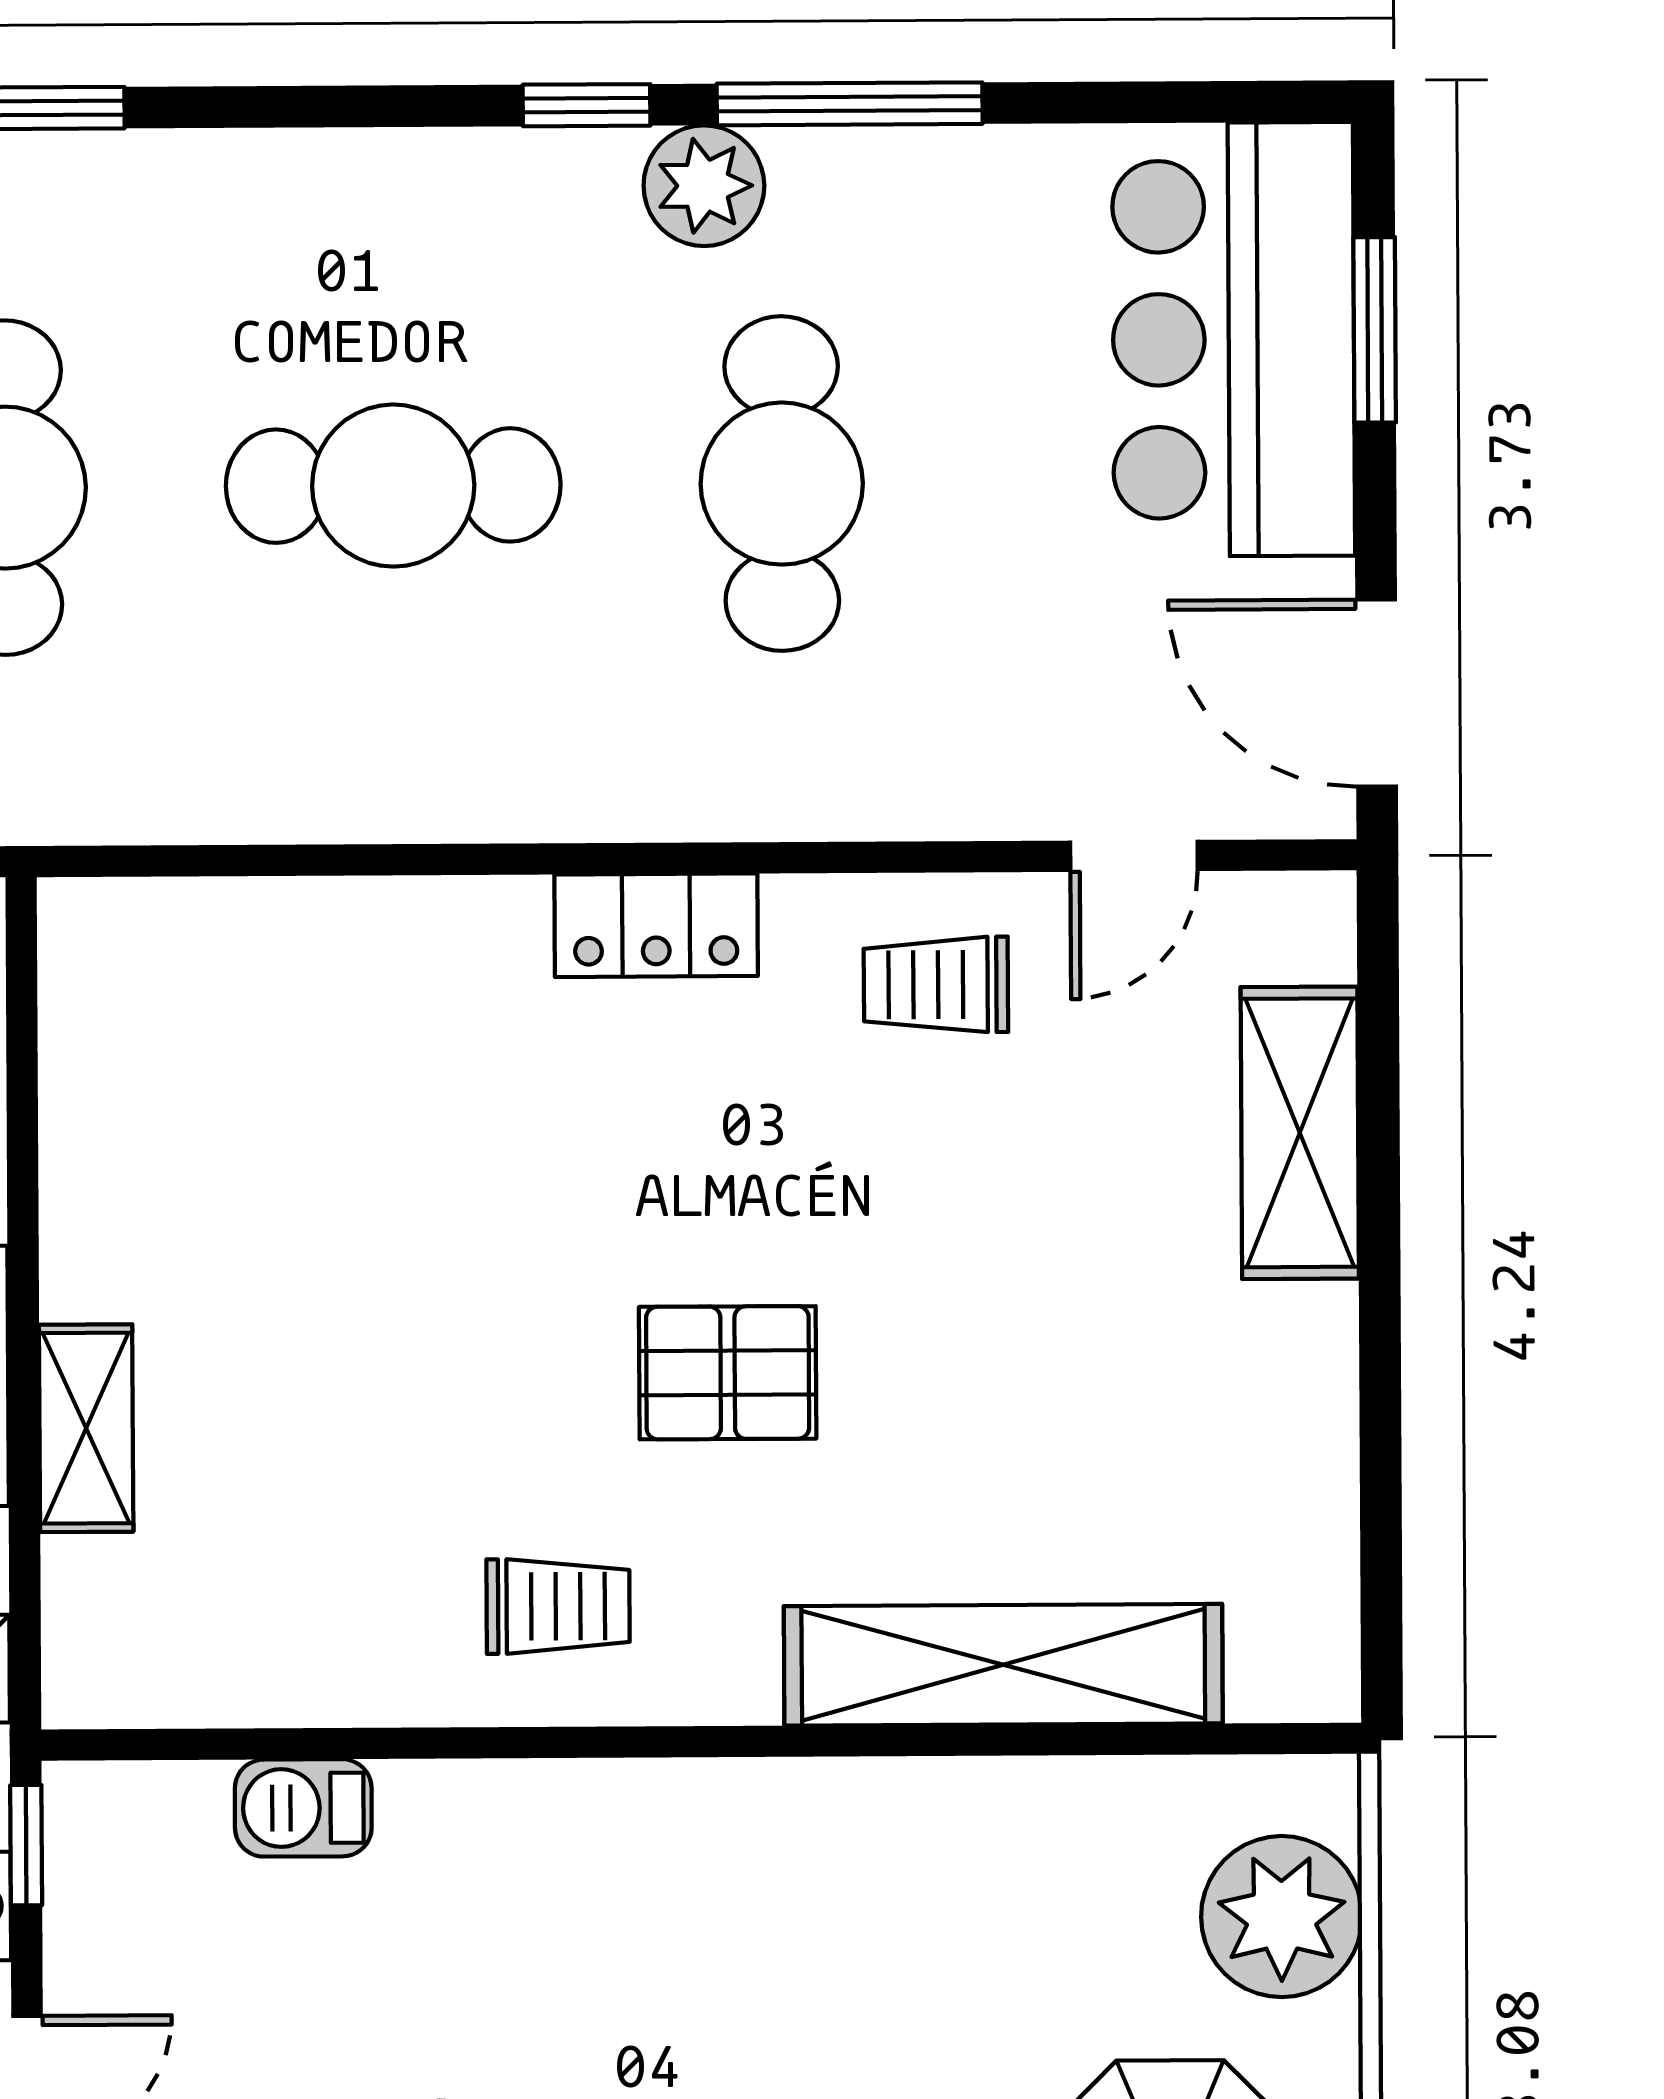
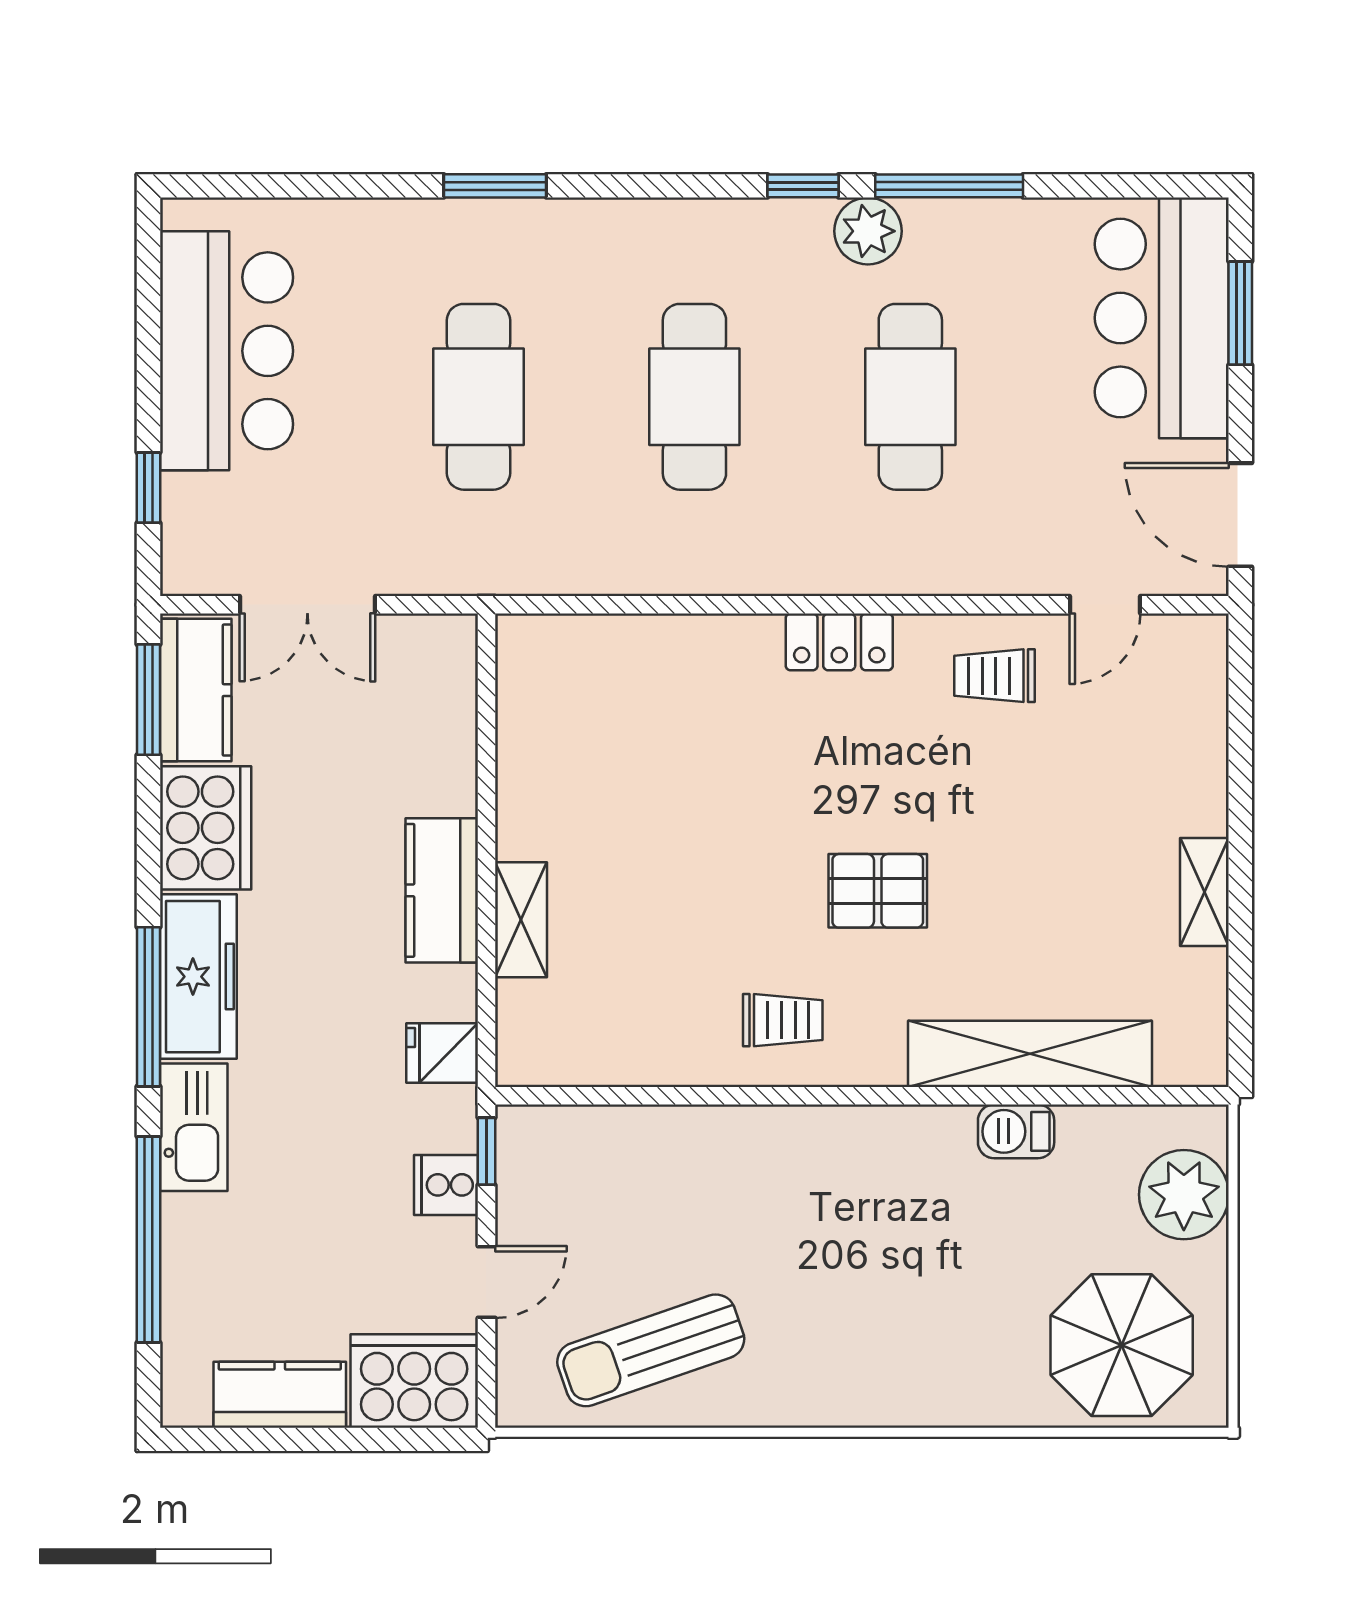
cafe table: (393, 486) -> (694, 397), turned 90
shelving: (1300, 1133) -> (1204, 892), moved, width x0.67, depth x0.75
barbecue: (303, 1808) -> (1016, 1131), moved

